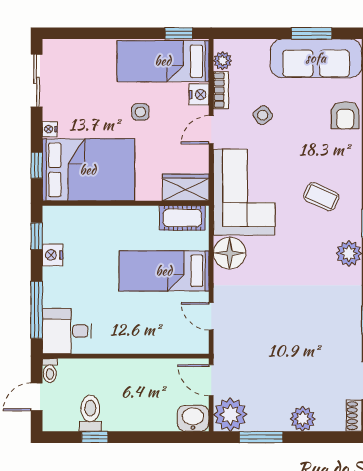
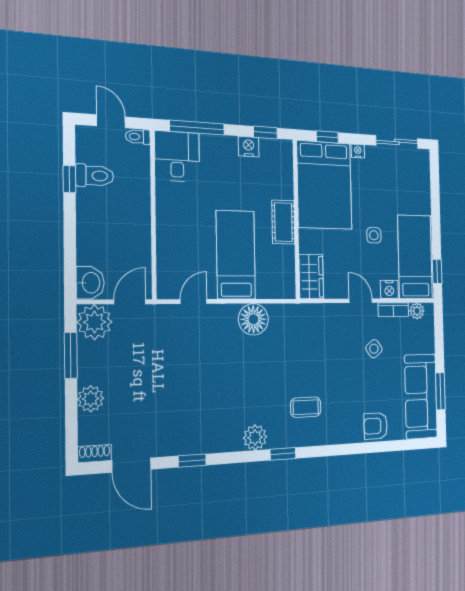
corner sofa: (244, 192) -> (308, 333), removed
coffee table: (321, 197) -> (306, 407), turned 66
cot: (182, 218) -> (283, 222), moved

